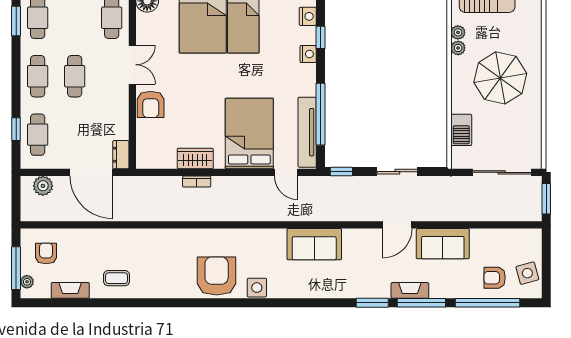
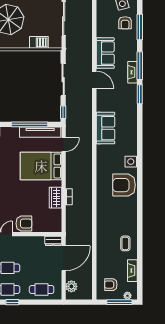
window: (16, 129) -> (12, 302), moved
sliding door: (397, 172) -> (63, 80), width x1.37
window: (487, 303) -> (140, 27), width x0.68

